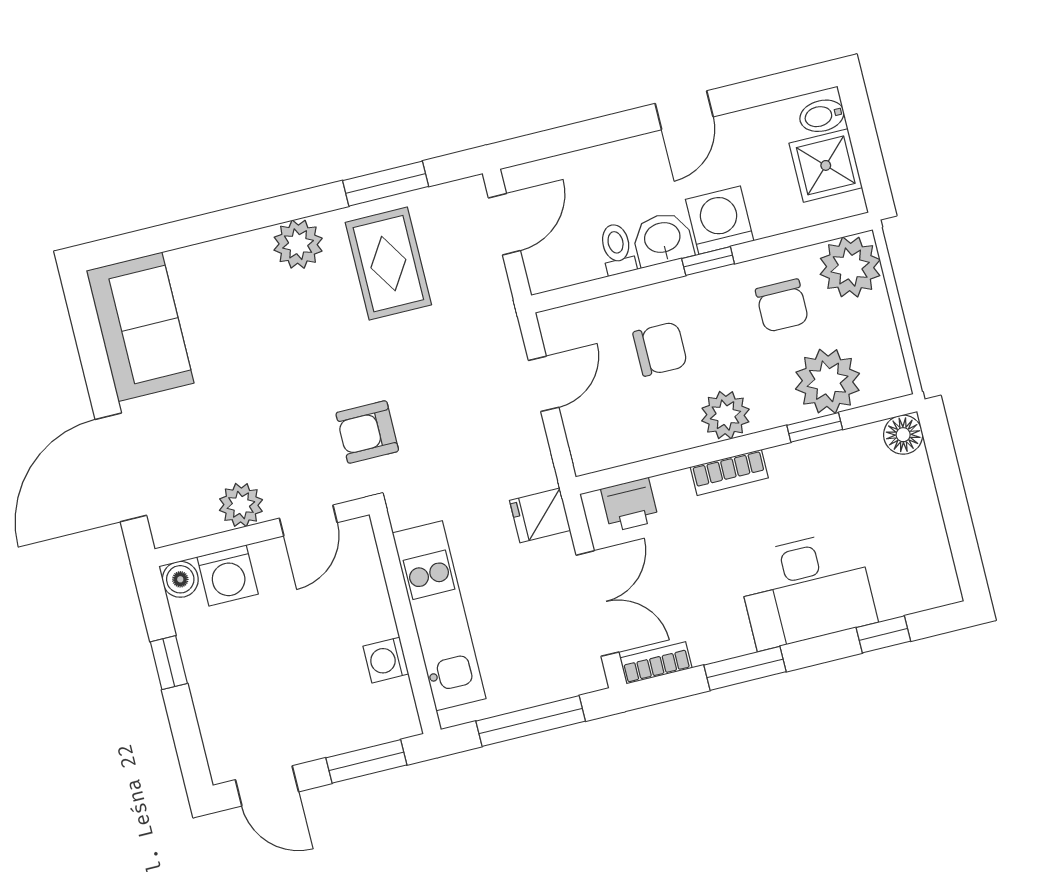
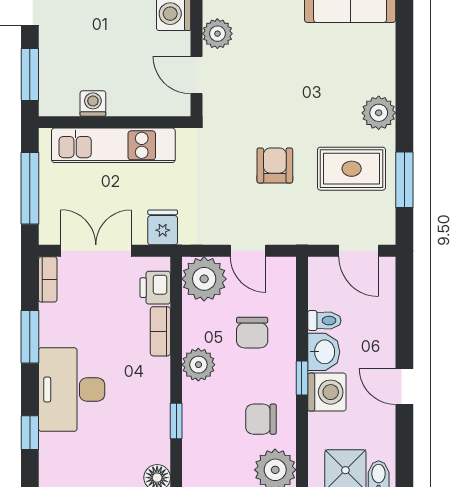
plant: (828, 381) -> (204, 279), moved
armchair: (367, 432) -> (275, 166), moved
bookcase: (729, 472) -> (160, 331), moved
double door: (598, 604) -> (96, 251), swing flipped

